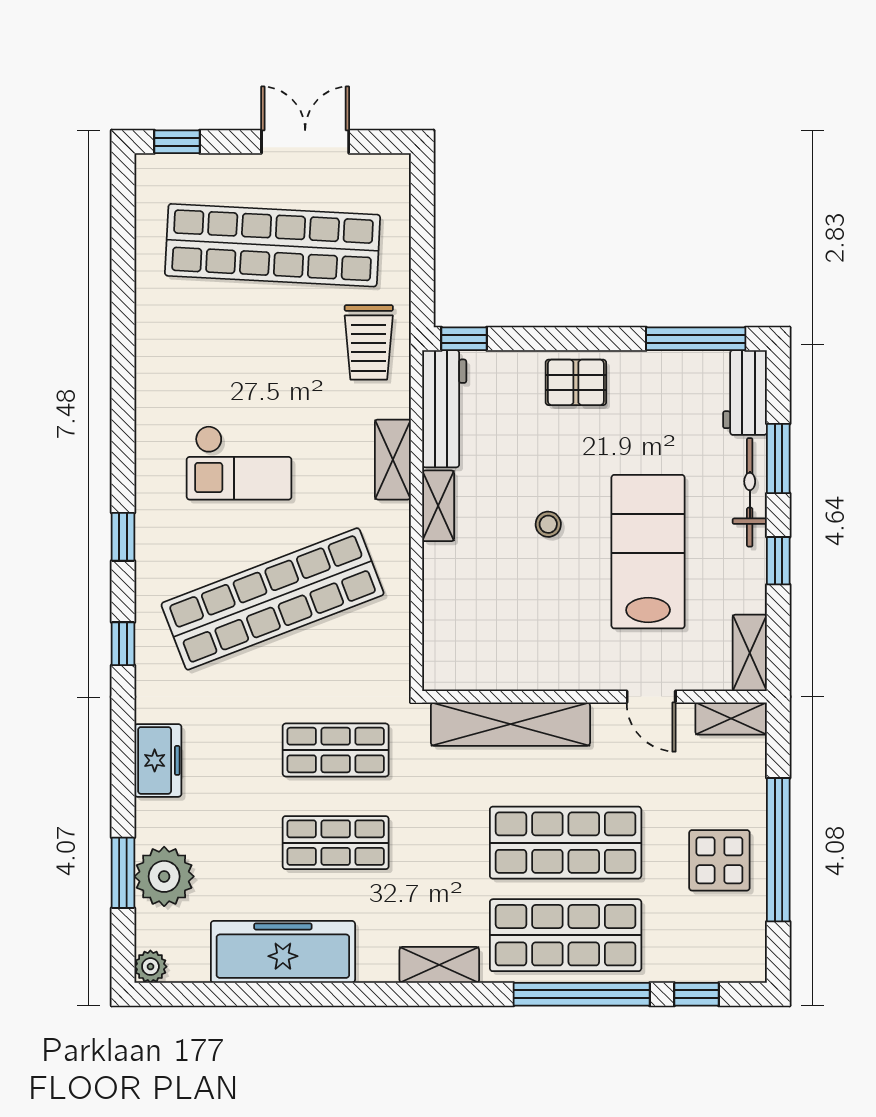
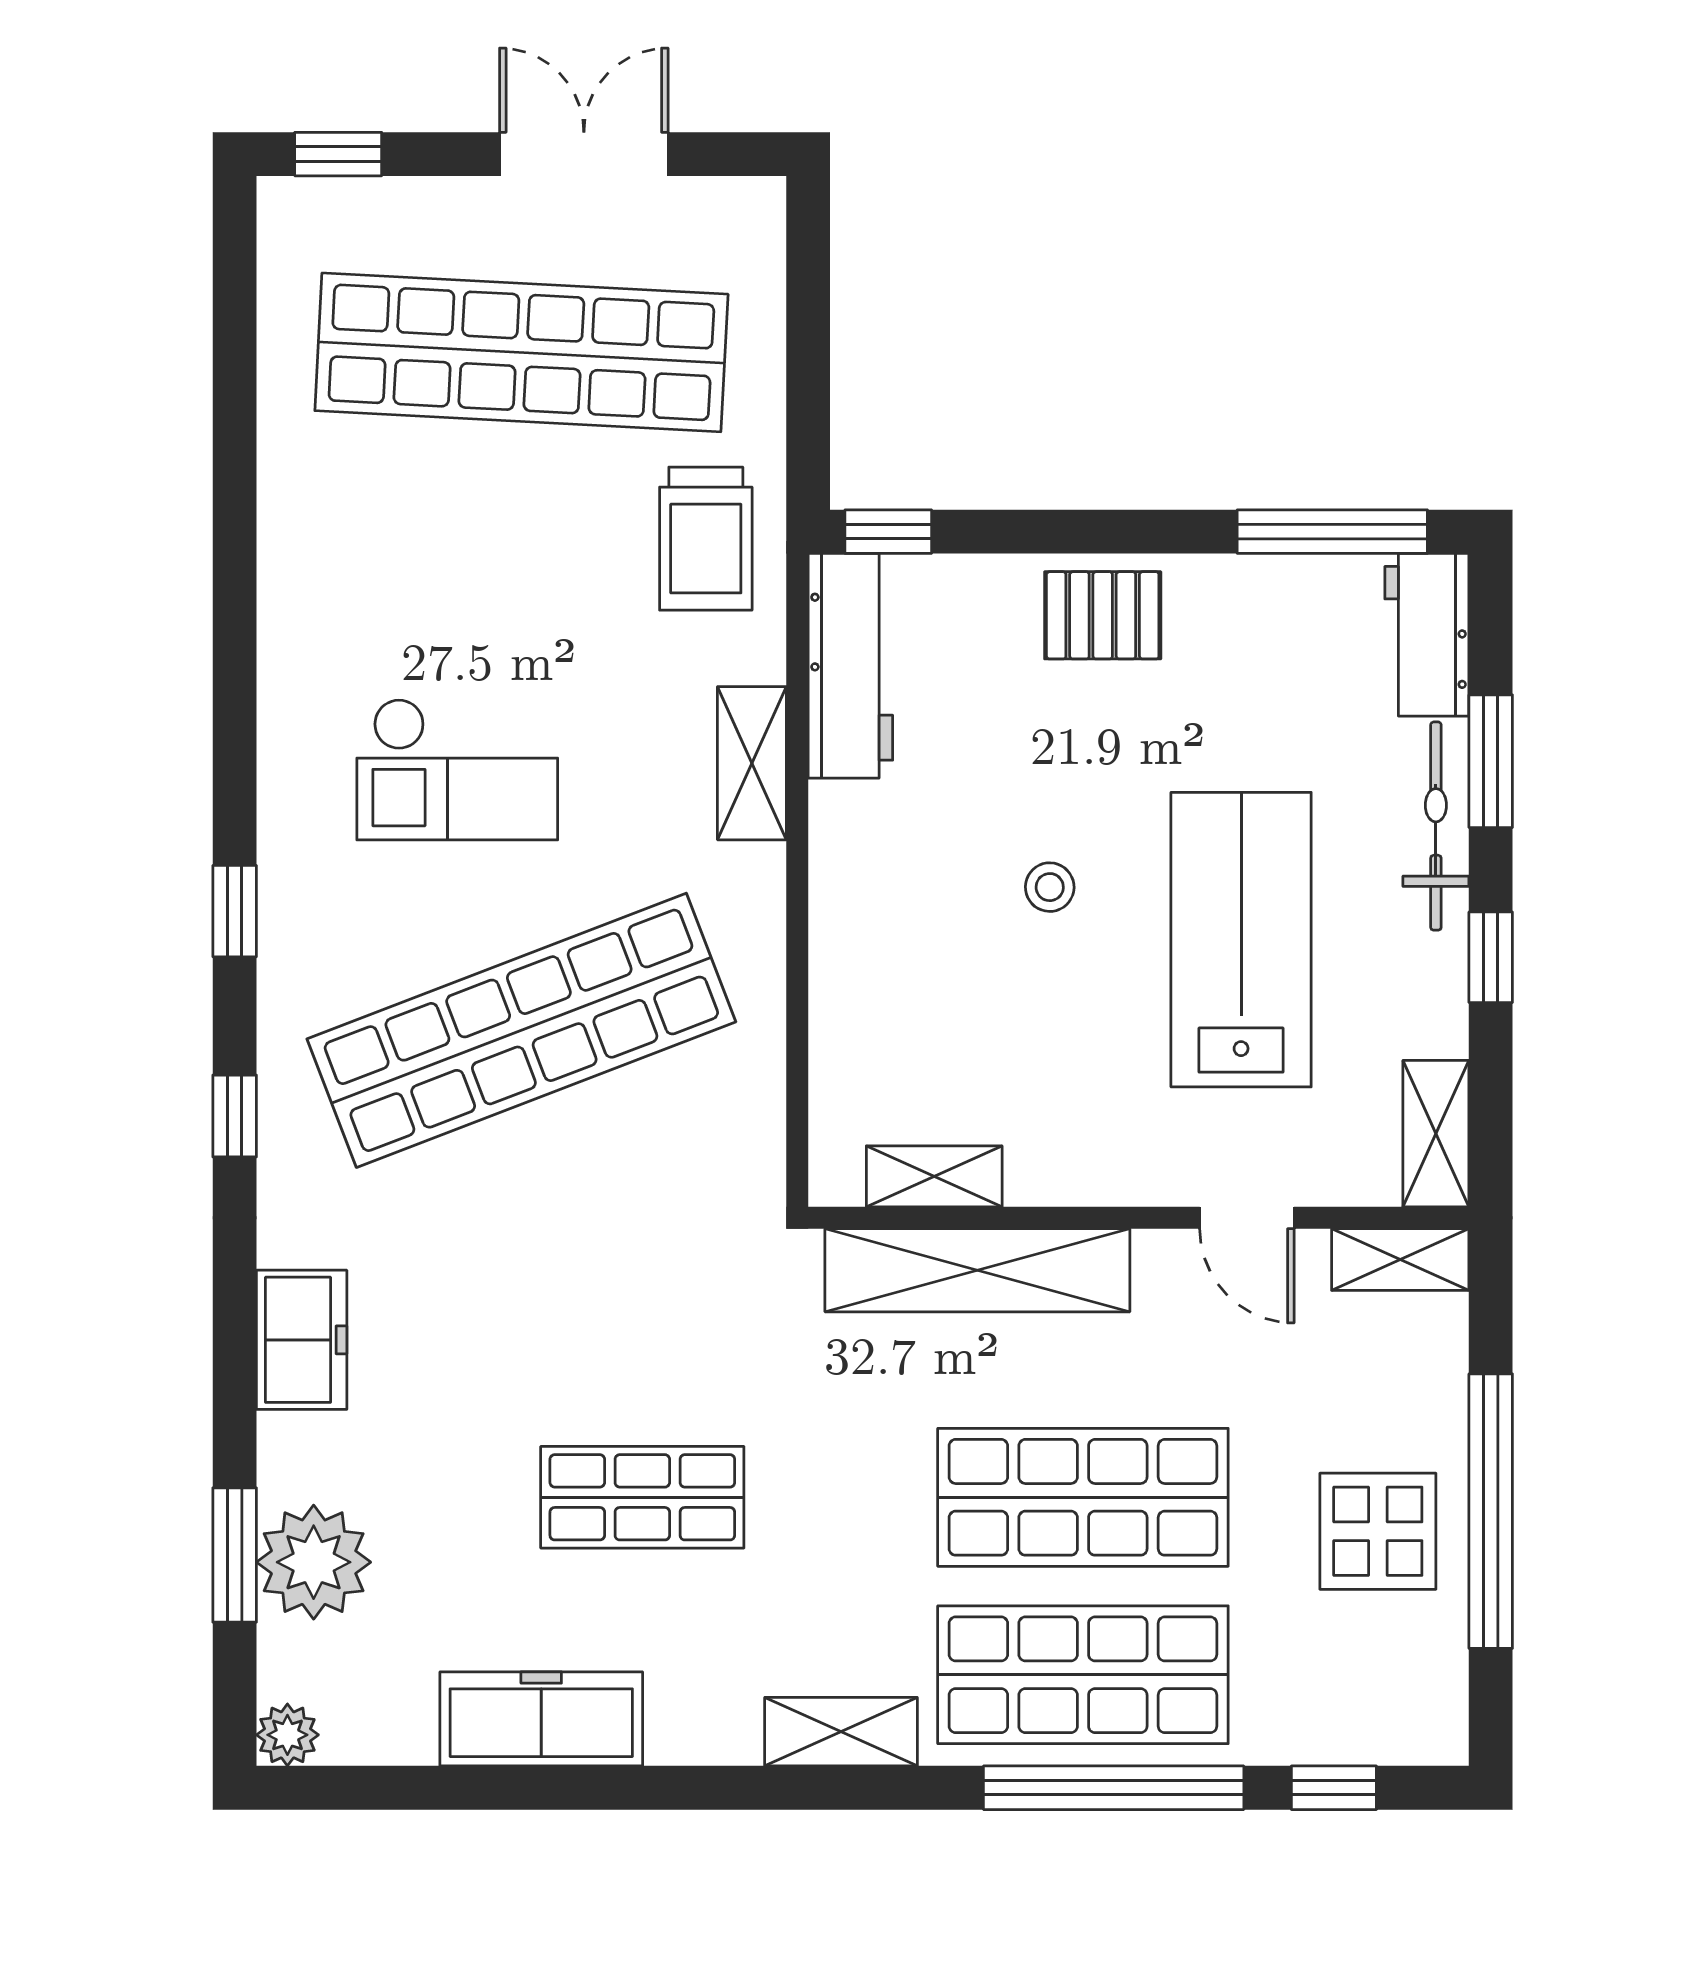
shelving: (438, 506) -> (934, 1176), moved, turned 90
shop shelf: (336, 750) -> (642, 1320), removed
freezer: (283, 952) -> (541, 1719), width x0.73, depth x0.79

